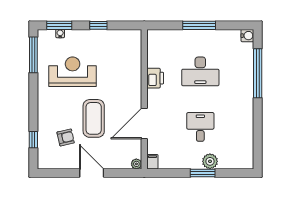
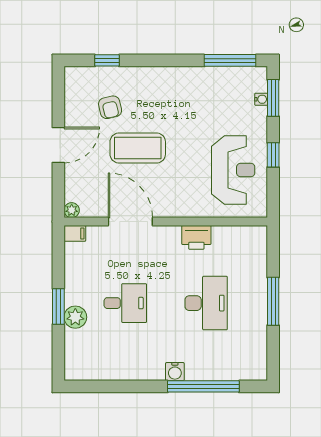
water cooler: (247, 36) -> (175, 372), moved
desk: (200, 71) -> (206, 303), turned 180
reception desk: (73, 72) -> (233, 170), moved

